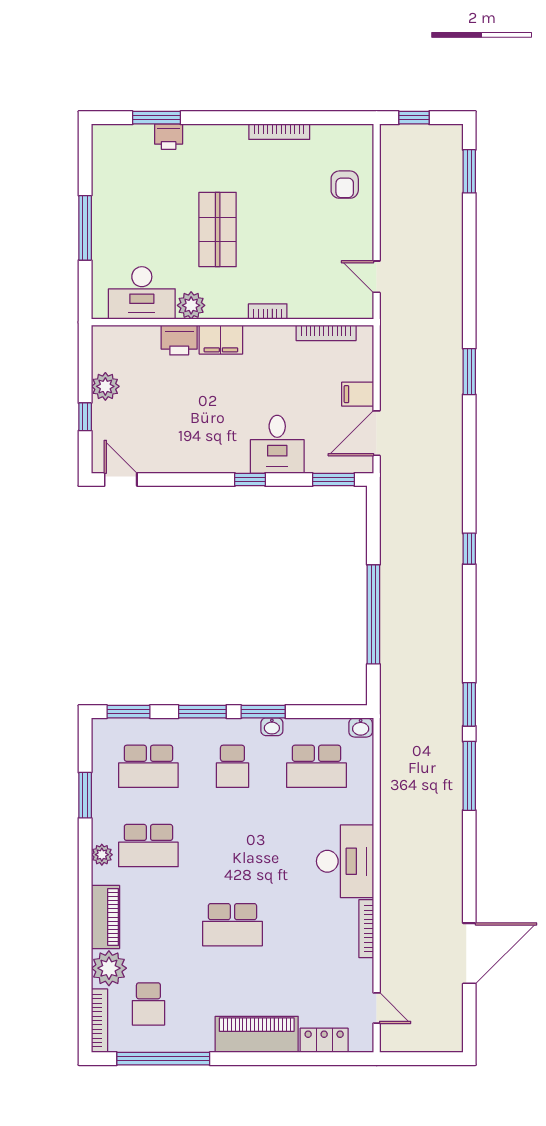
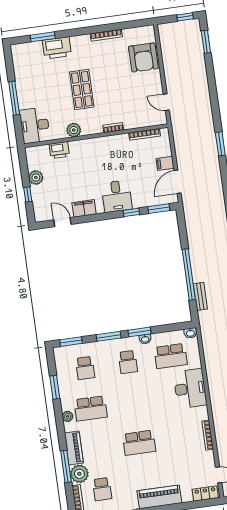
window: (414, 118) -> (185, 17), moved
printer: (169, 137) -> (57, 48), width x1.87, depth x1.48
armchair: (345, 185) -> (143, 57), width x1.88, depth x1.88
desk: (142, 293) -> (35, 125), moved, turned 90
printer: (179, 340) -> (59, 150), moved
filing cabinet: (221, 340) -> (84, 208), moved, turned 180
desk: (277, 444) -> (117, 196), moved
door: (121, 480) -> (62, 222), moved
window: (250, 480) -> (131, 212), moved
bench: (390, 660) -> (200, 296), added
school desk: (148, 766) -> (85, 368), width x0.54
desk: (345, 861) -> (190, 388), moved
window: (85, 951) -> (66, 466), added
locker: (324, 1040) -> (205, 494), moved

